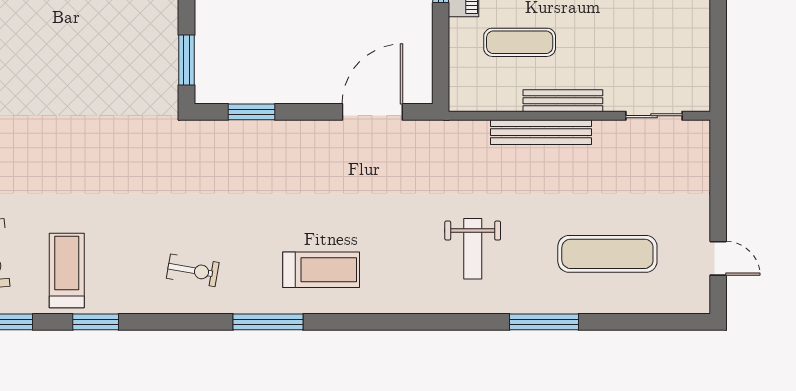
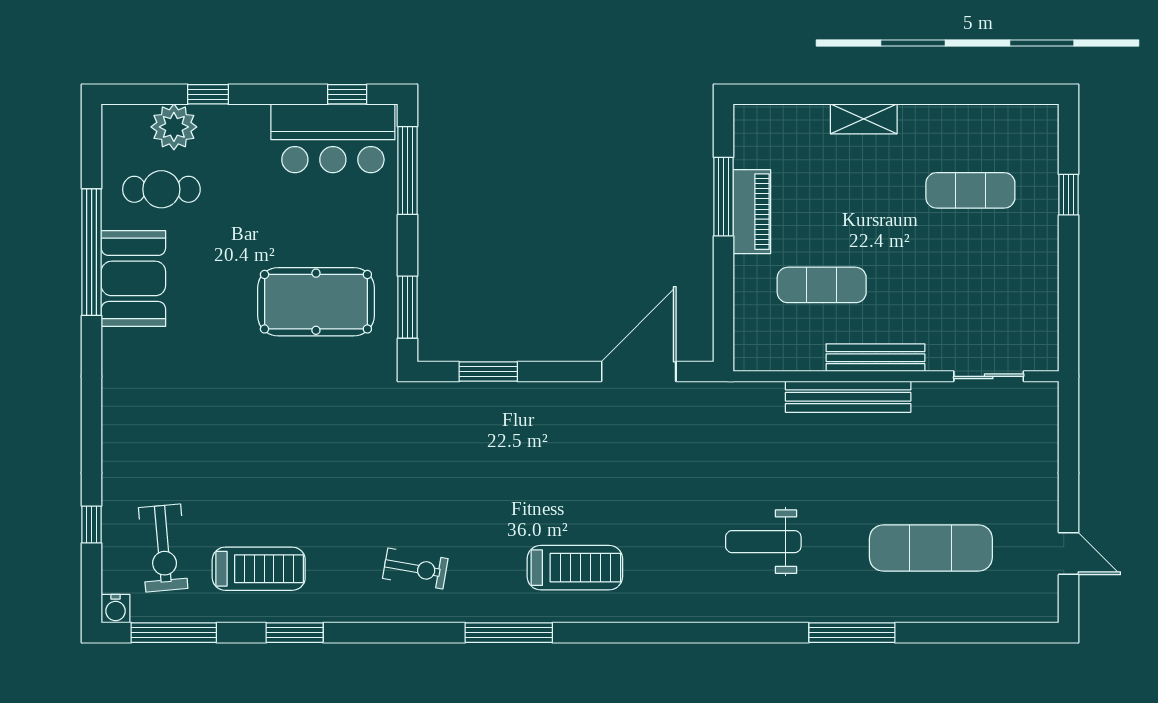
pool table: (113, 56) -> (316, 302), added
weight bench: (473, 249) -> (763, 542), turned 90
treadmill: (67, 271) -> (259, 569), turned 90

